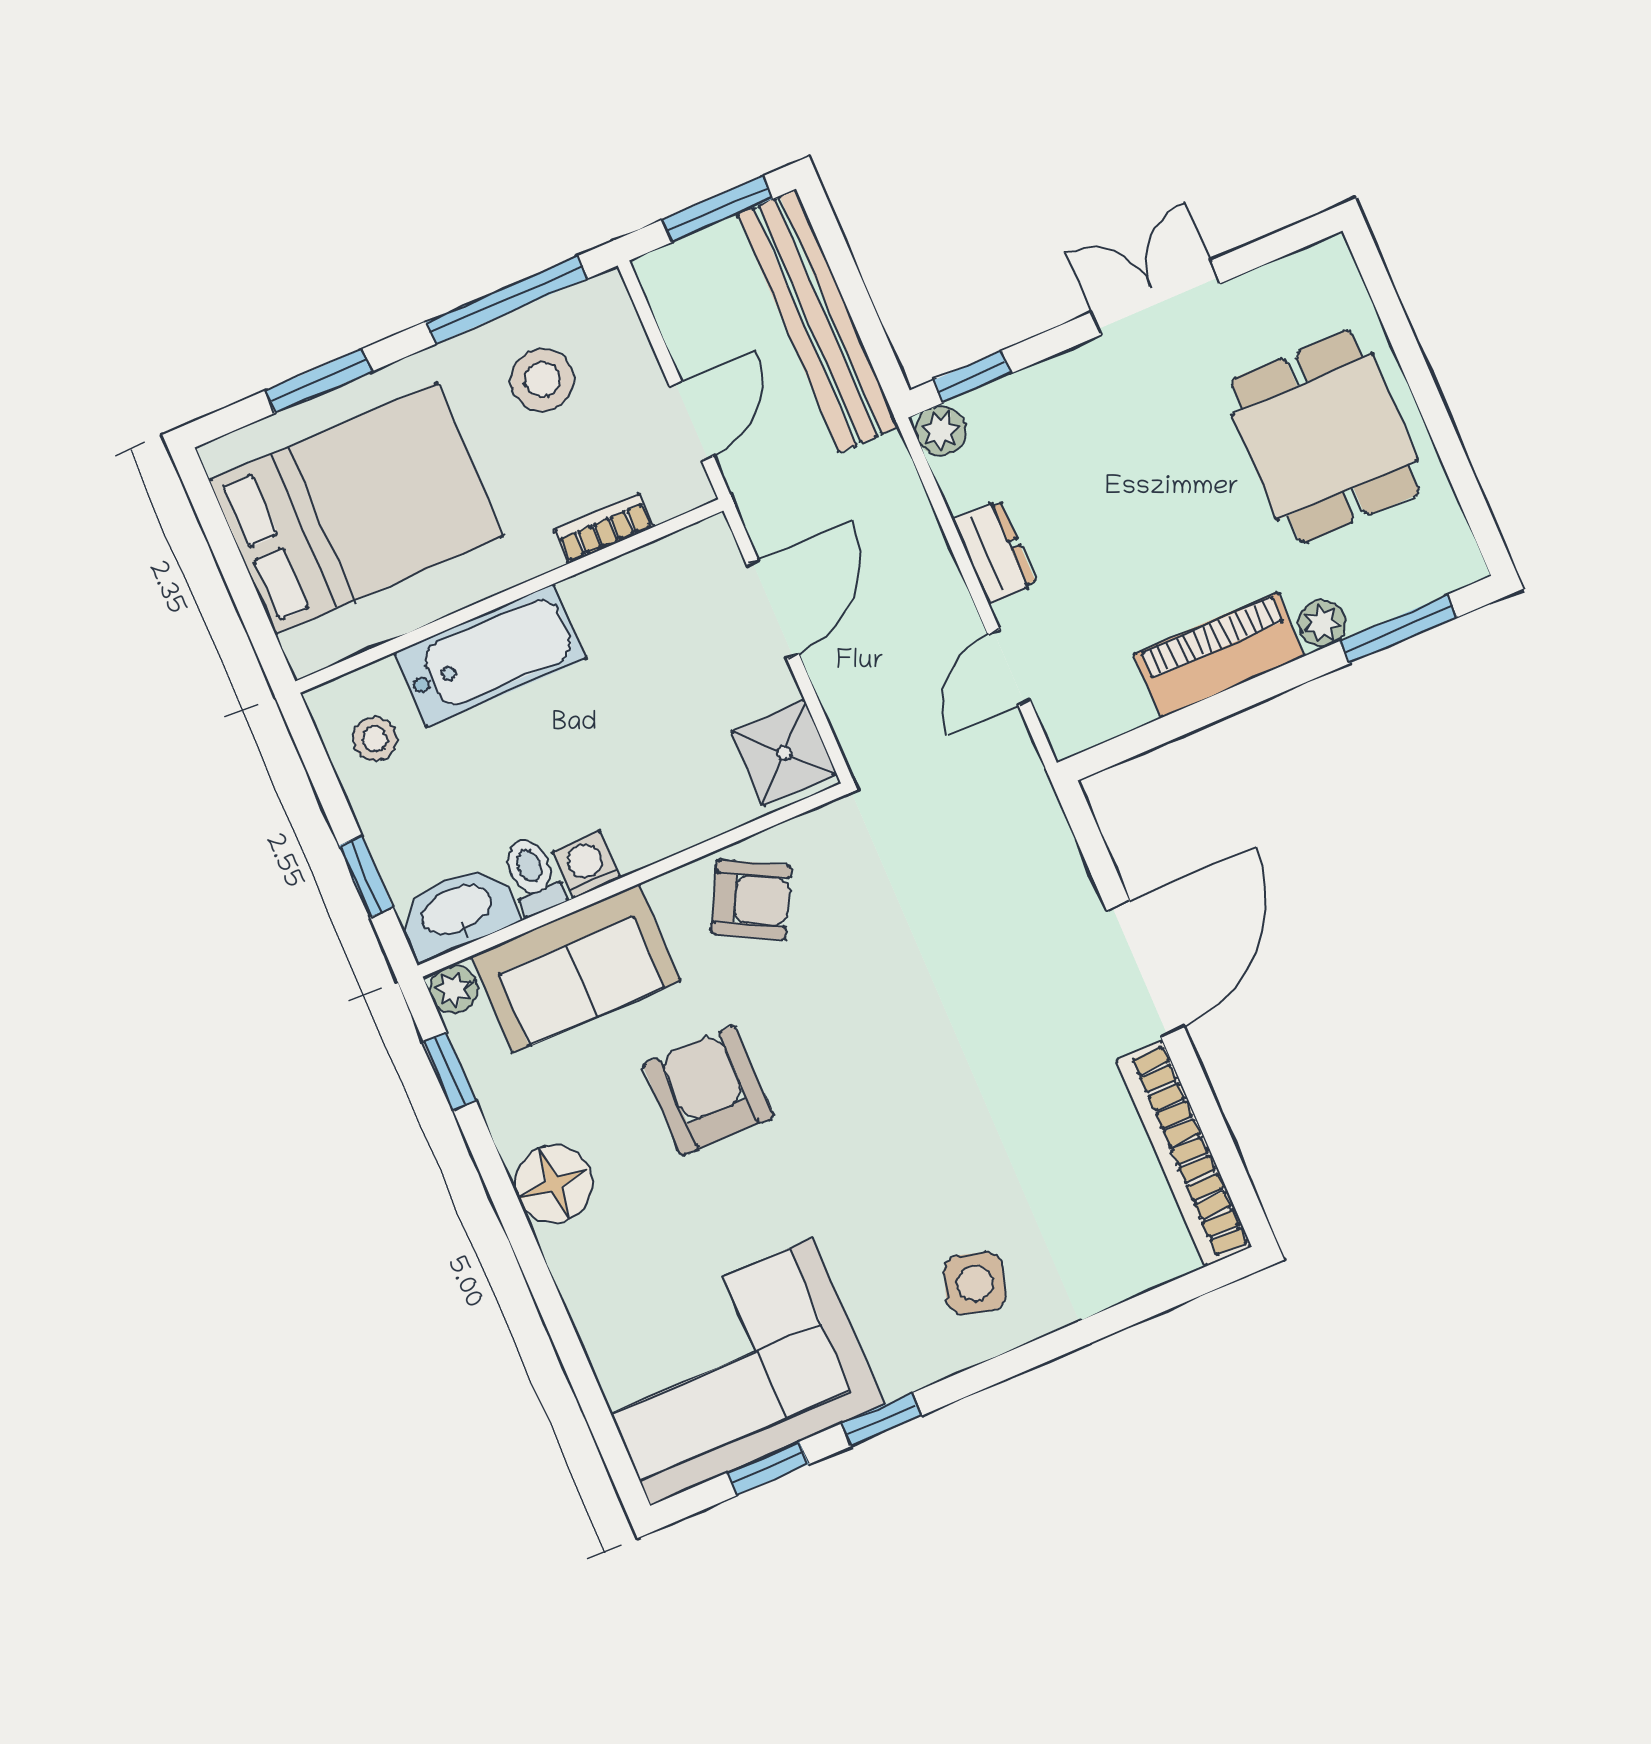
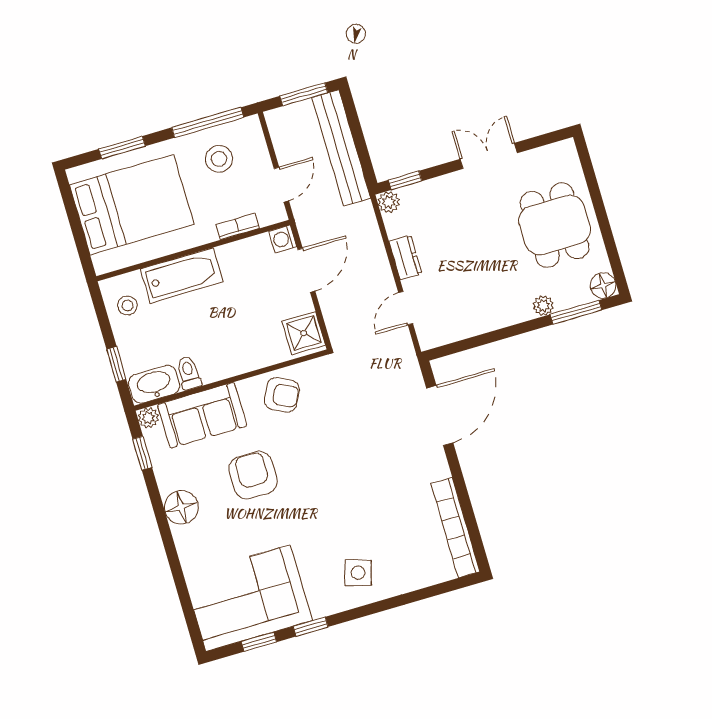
floor lamp: (1453, 561) -> (603, 285), added
piano: (1219, 655) -> (497, 314), removed
washing machine: (587, 865) -> (283, 239), moved, turned -90
door: (1145, 968) -> (440, 416), moved

